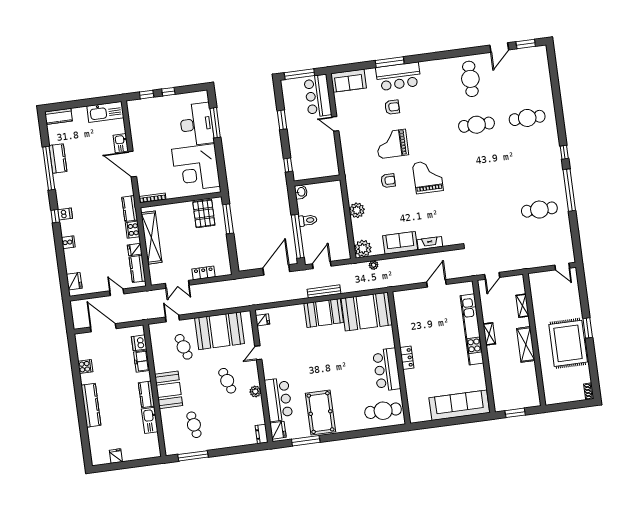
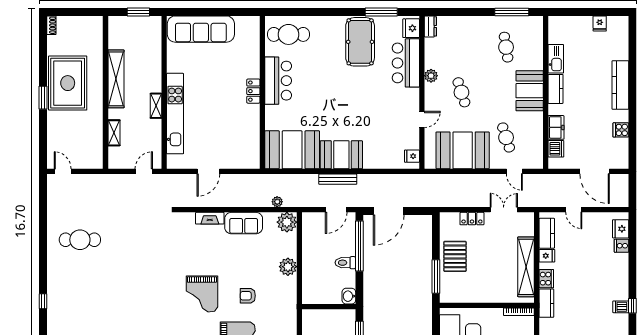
window: (569, 190) -> (43, 257), removed
pallet: (204, 214) -> (455, 256), moved
cooker: (68, 242) -> (621, 246), moved
shelving: (526, 344) -> (116, 79), width x1.47

